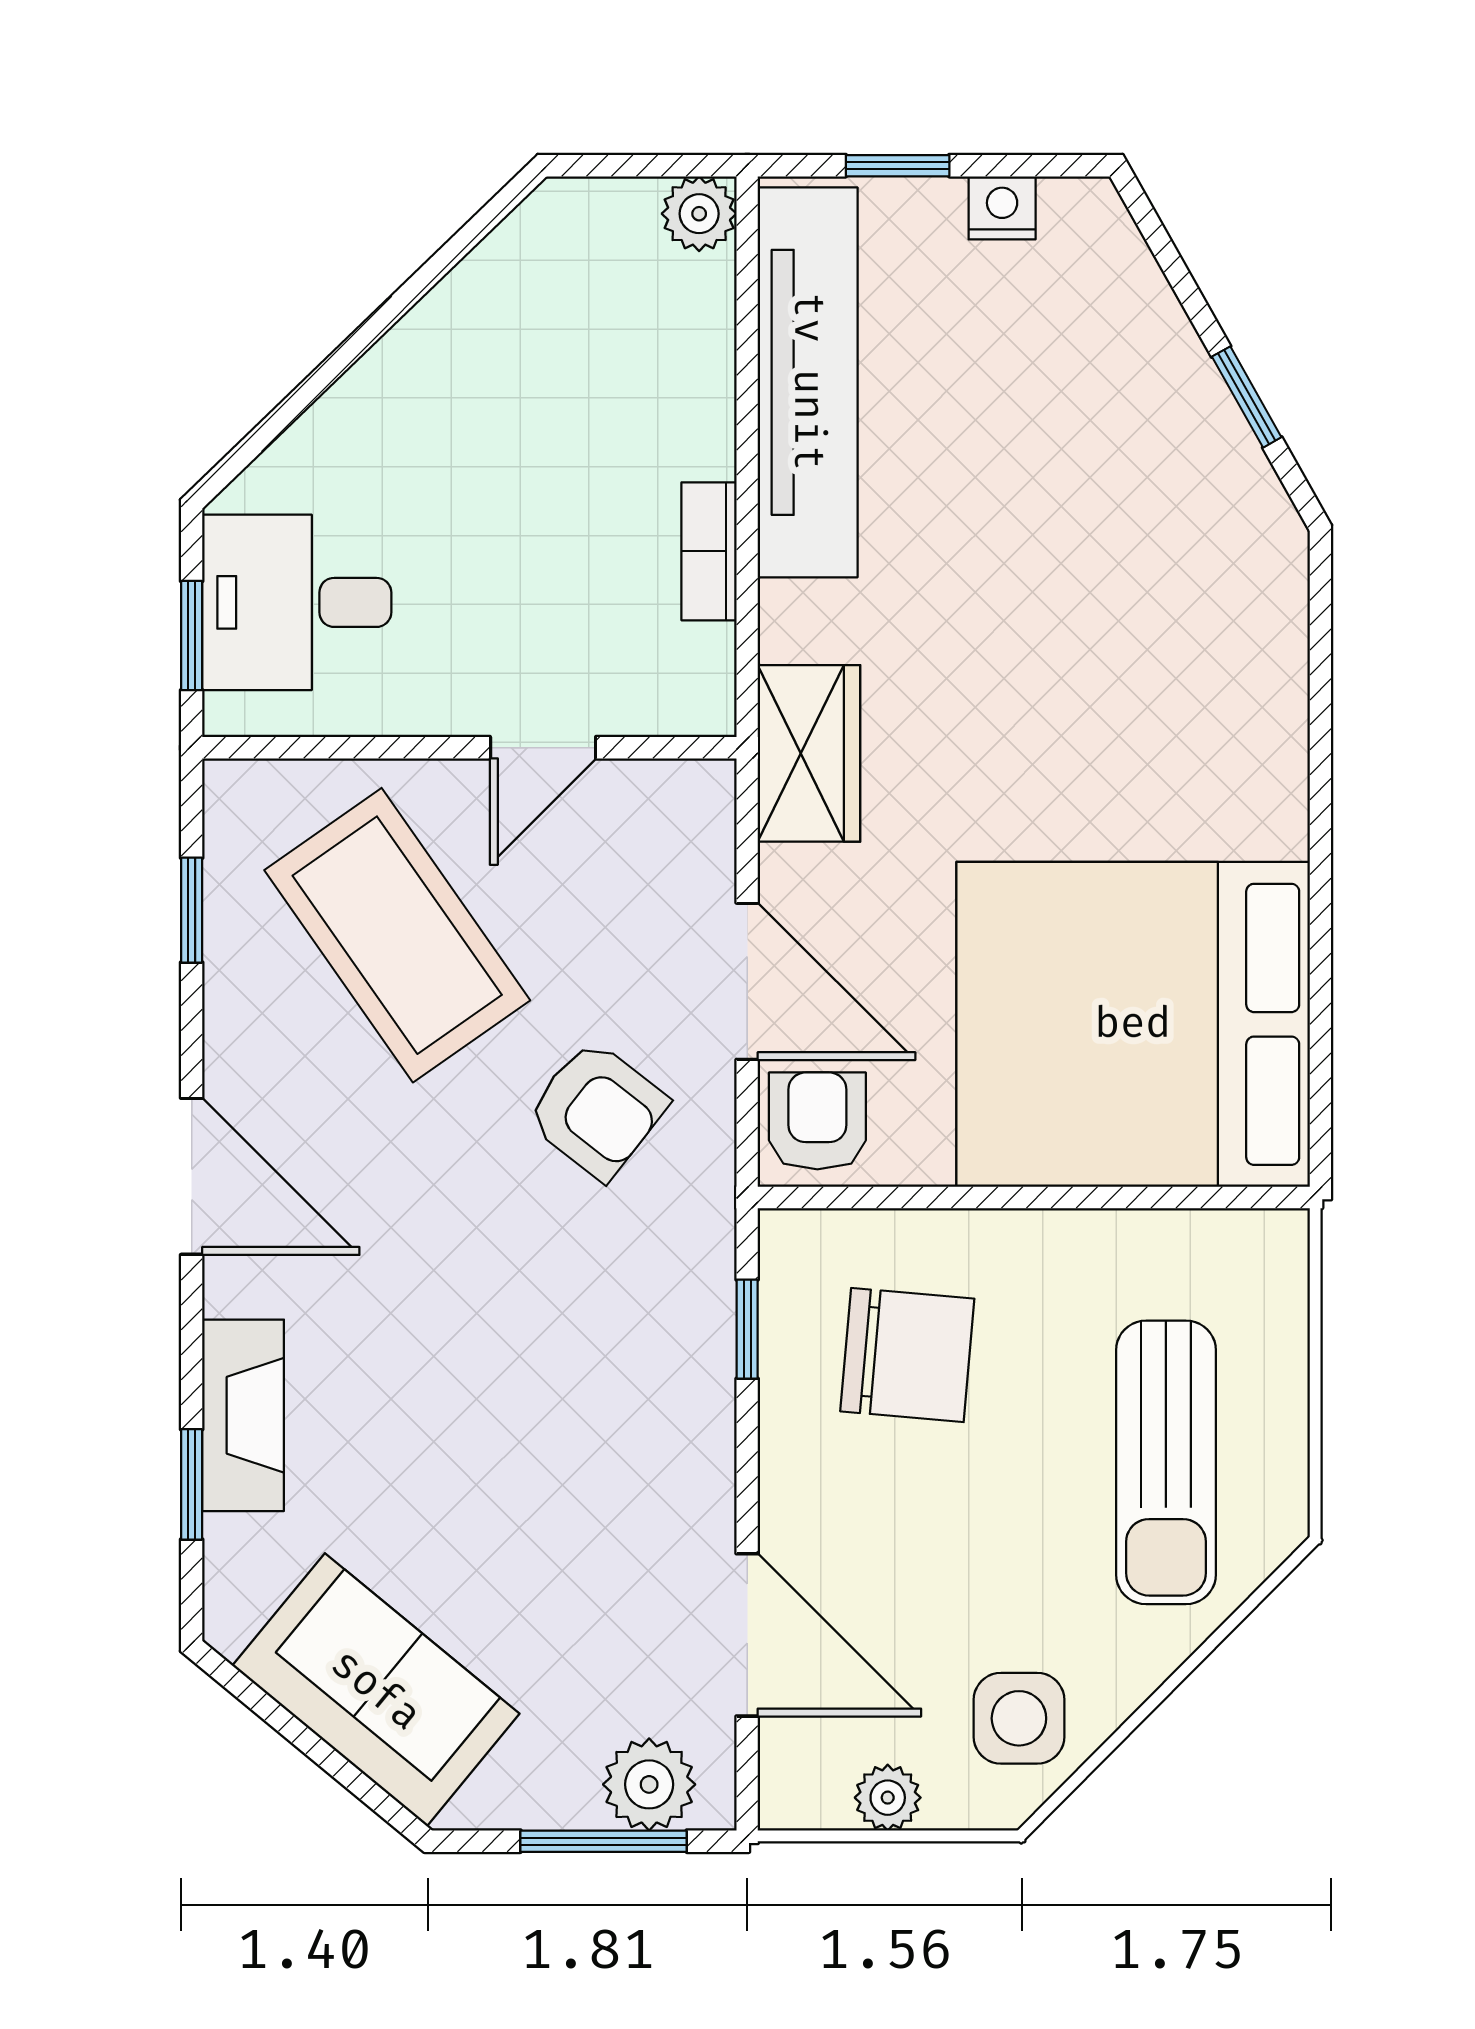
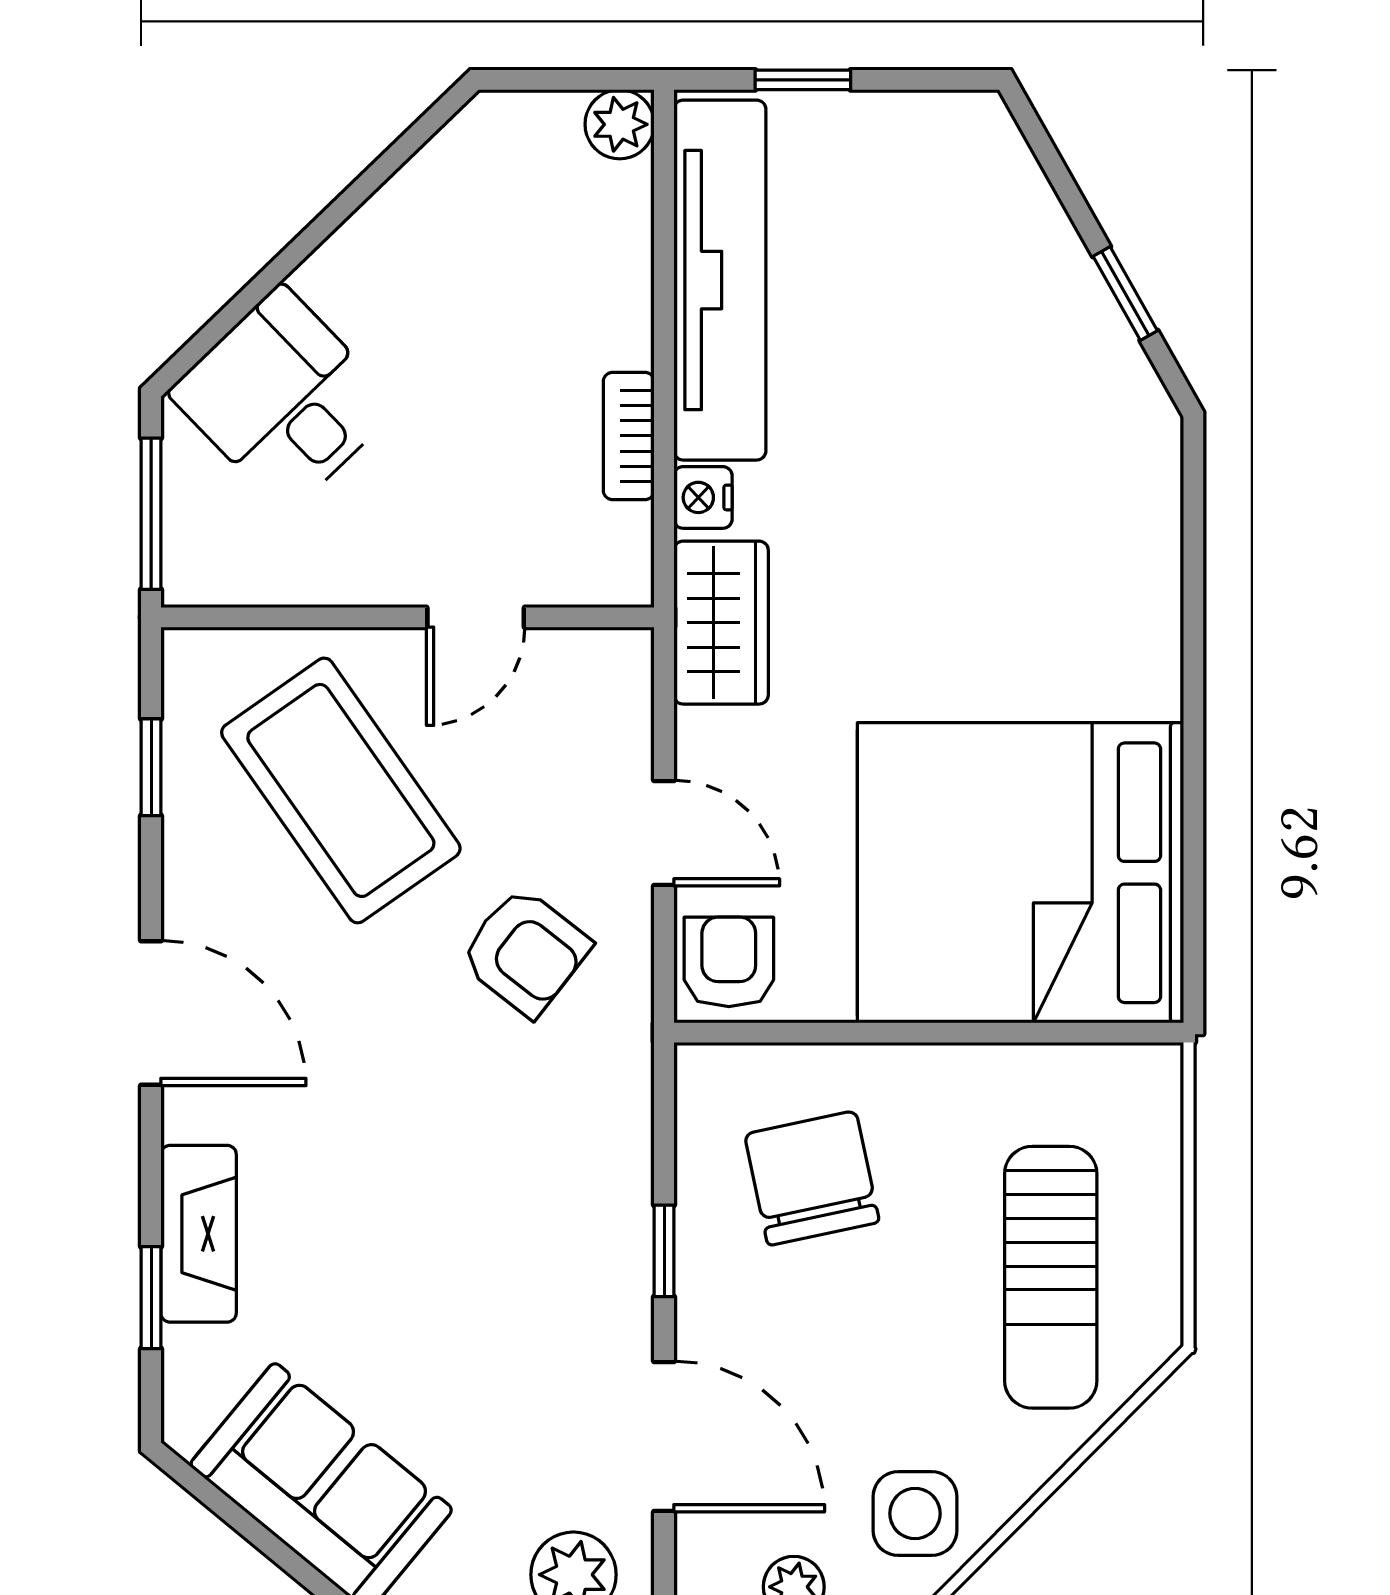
nightstand: (1002, 208) -> (703, 497), moved, turned -90
desk: (297, 602) -> (284, 399), moved, turned 46
window: (192, 636) -> (151, 514), width x1.50
door: (747, 981) -> (664, 833), width x0.73
window: (747, 1329) -> (664, 1251), moved
chair: (907, 1355) -> (812, 1178), turned -107

